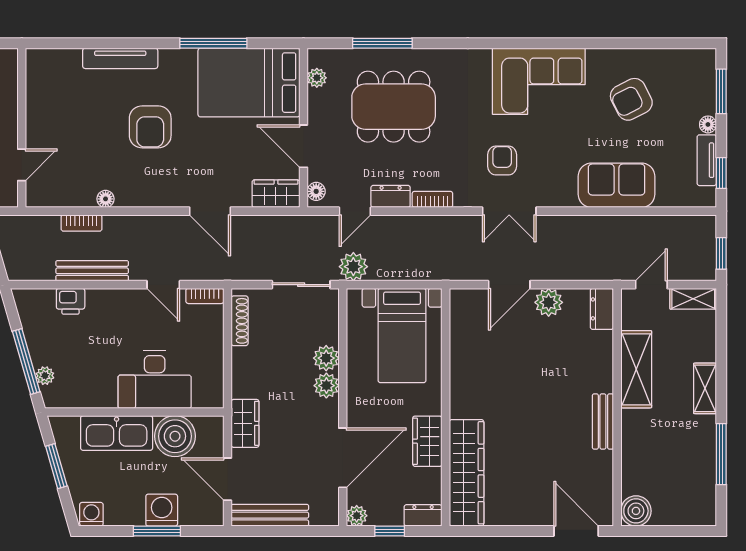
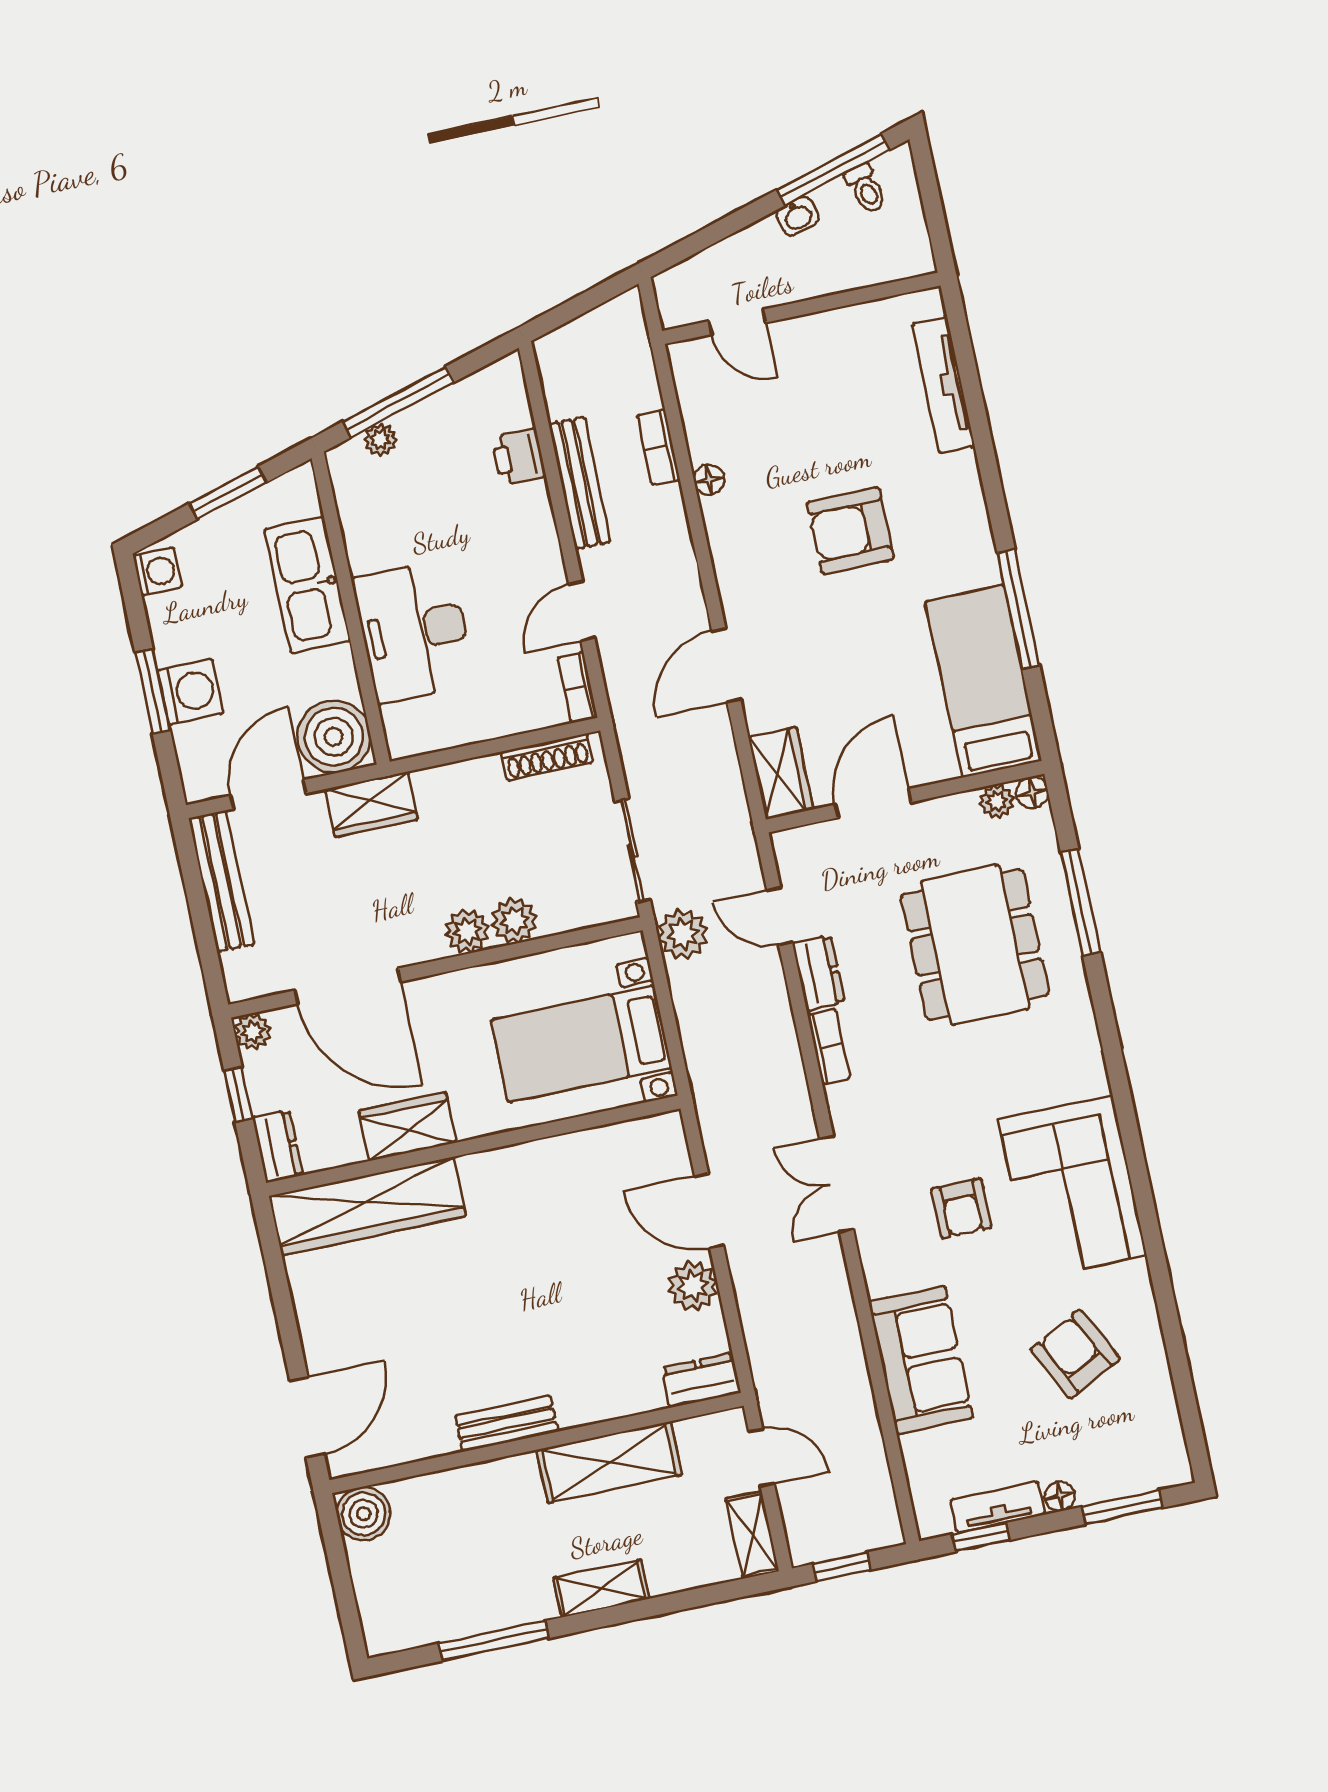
tv unit: (120, 58) -> (943, 385), moved
bed: (249, 83) -> (983, 681), width x0.67
armchair: (502, 161) -> (961, 1208), moved, turned 90
floor lamp: (316, 191) -> (1032, 793), moved
boiler: (175, 436) -> (334, 737), moved

